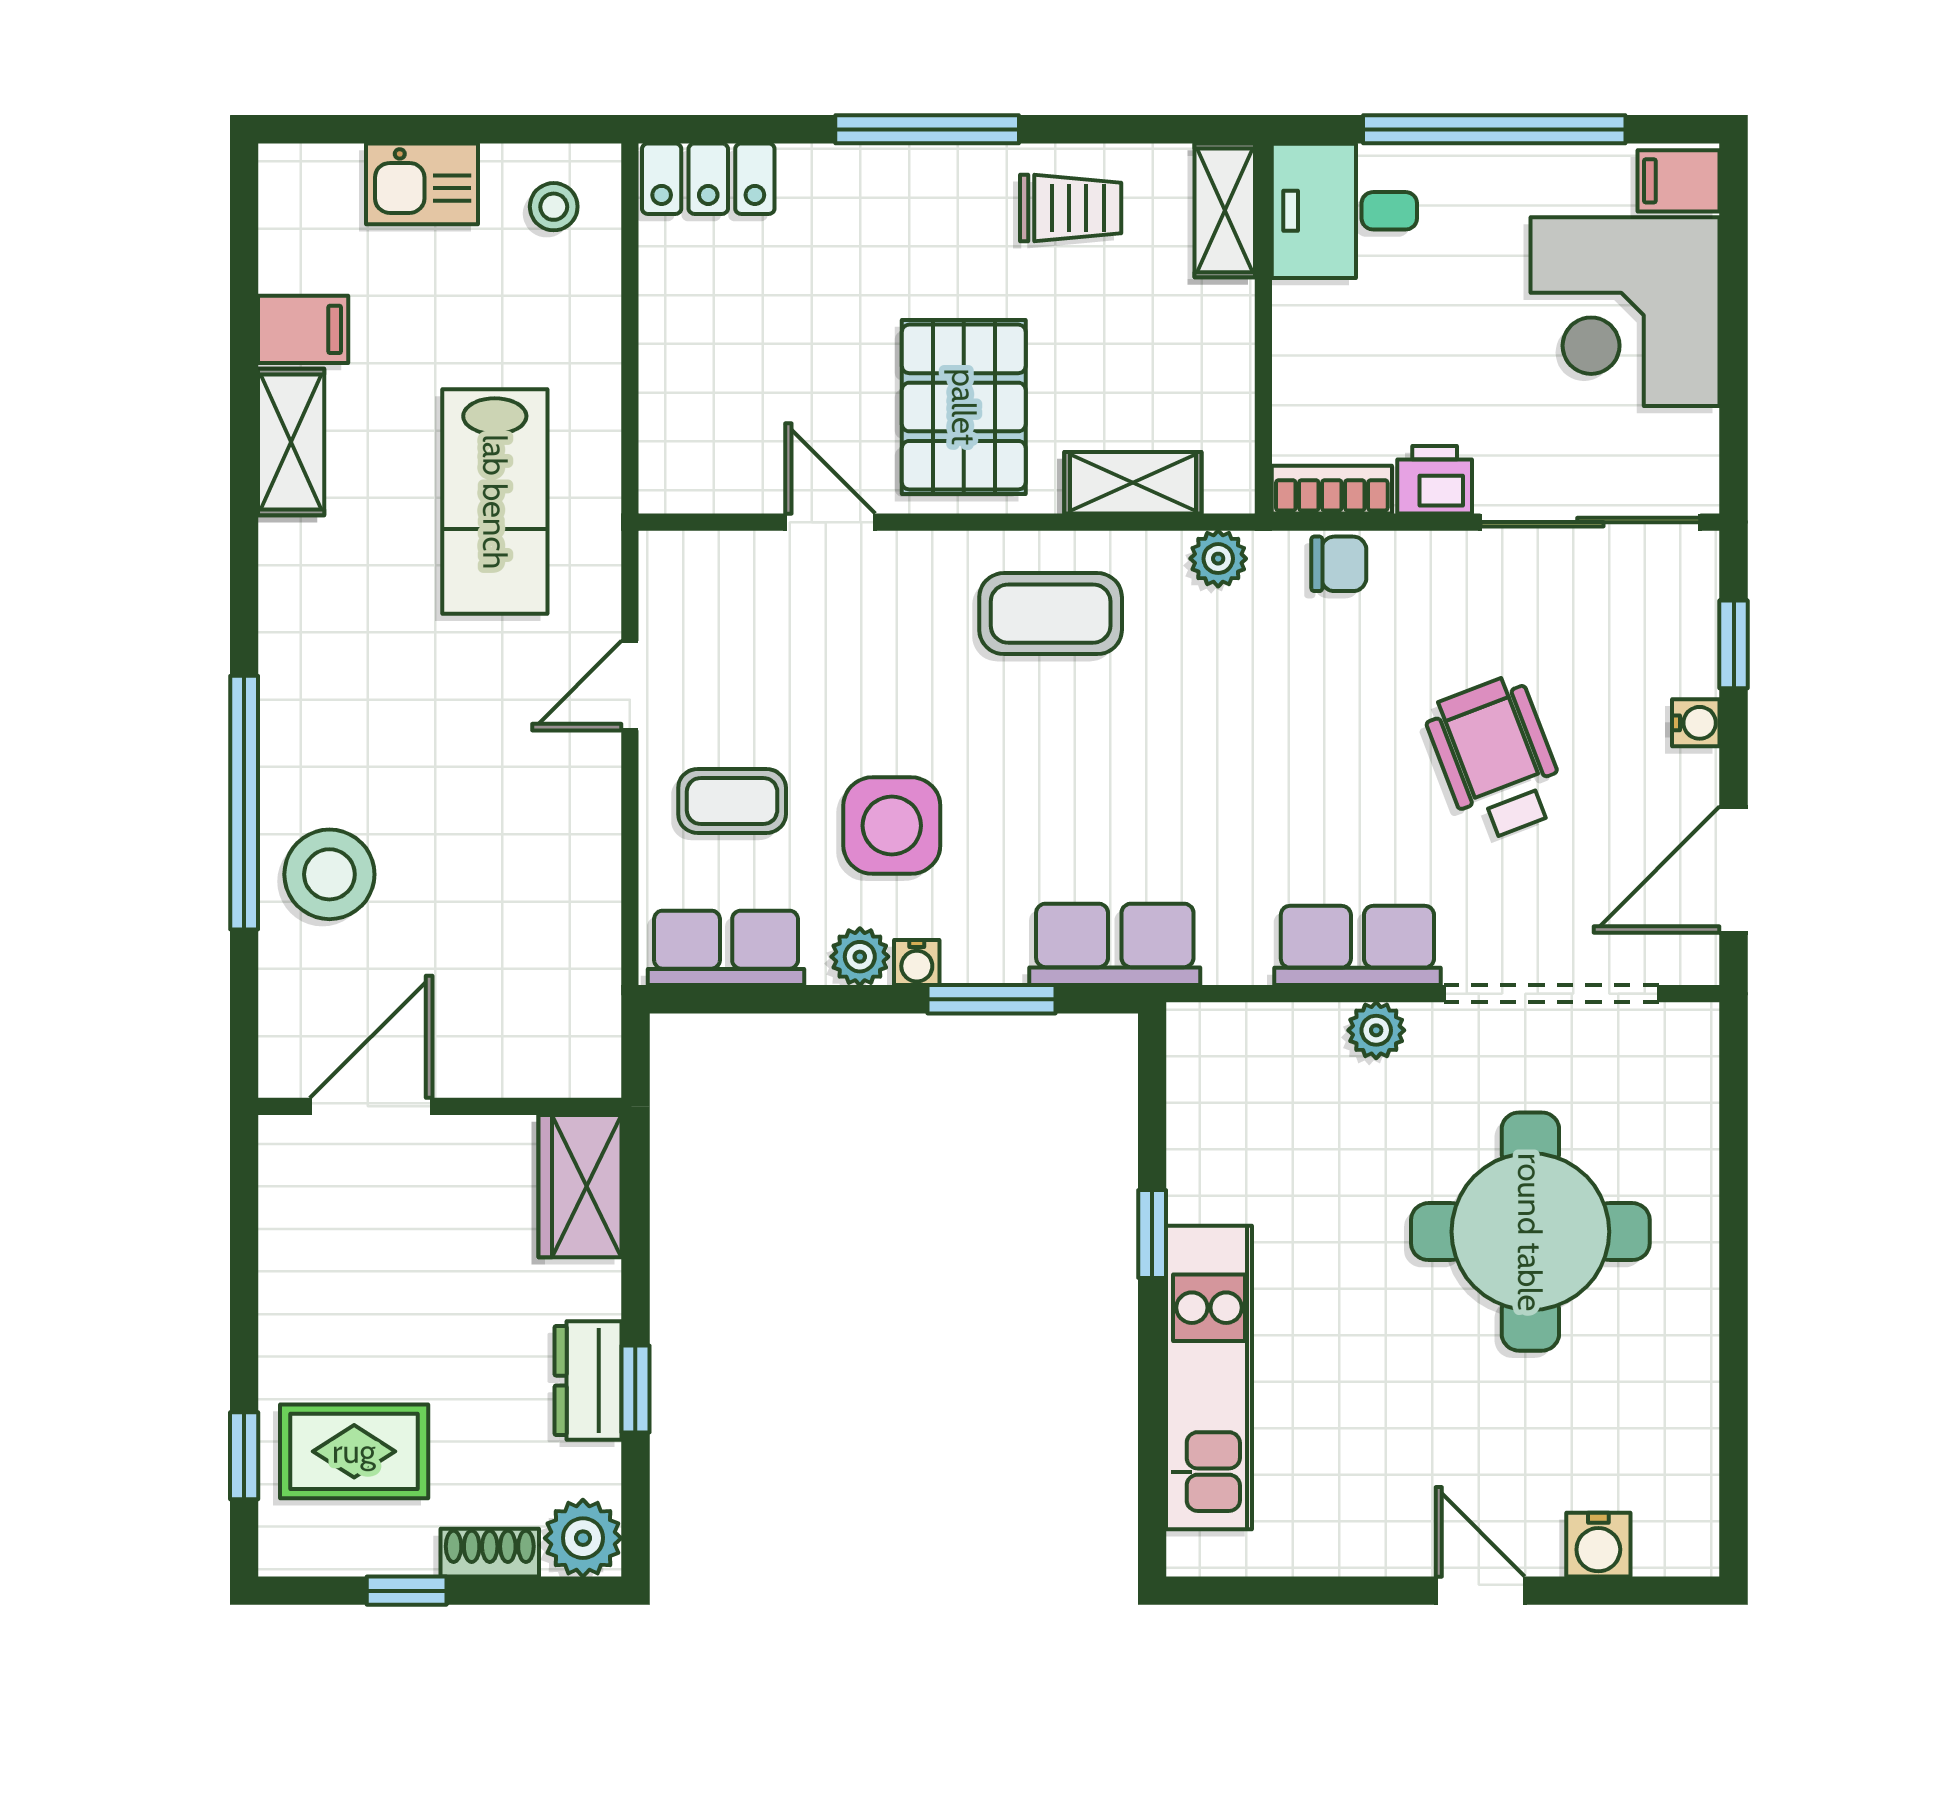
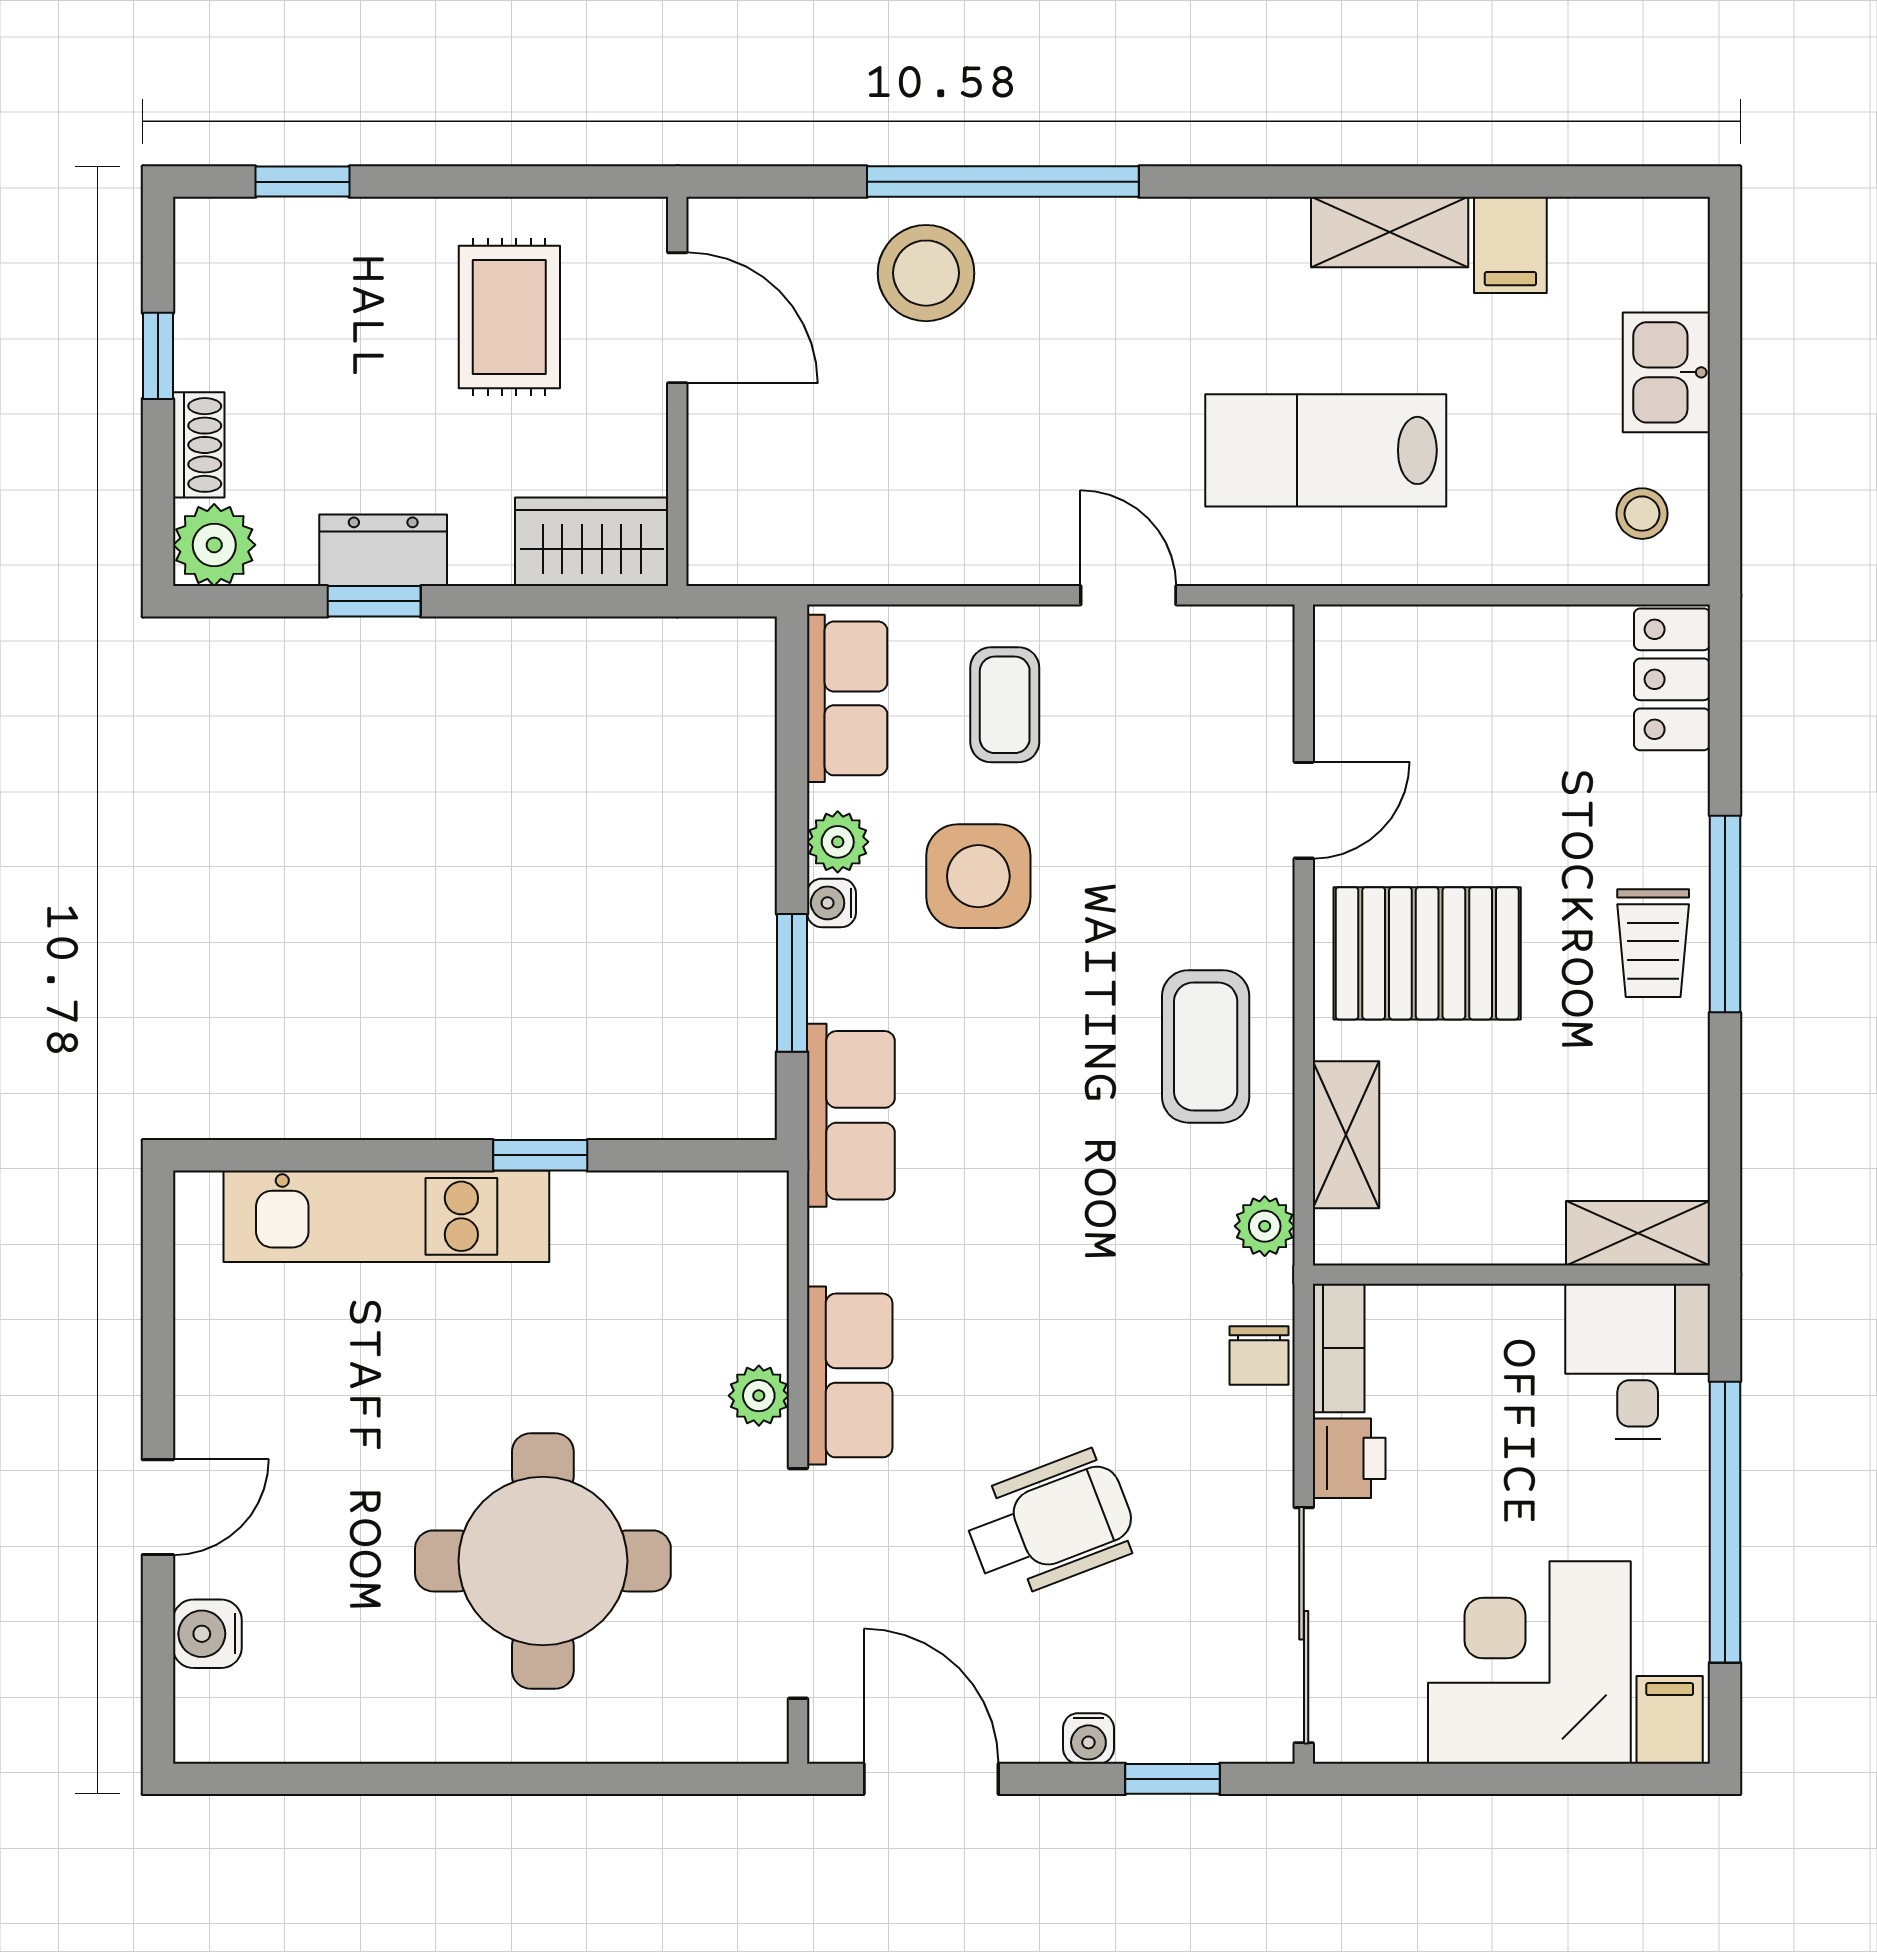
trolley: (1071, 208) -> (1653, 943), moved
rug: (354, 1451) -> (509, 317), moved

